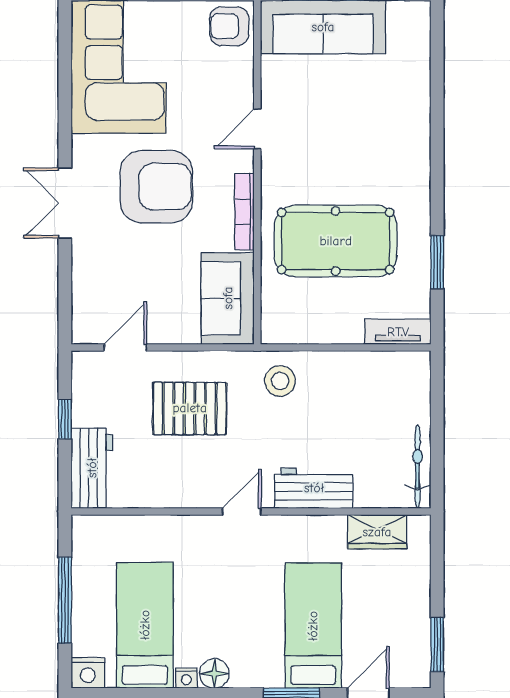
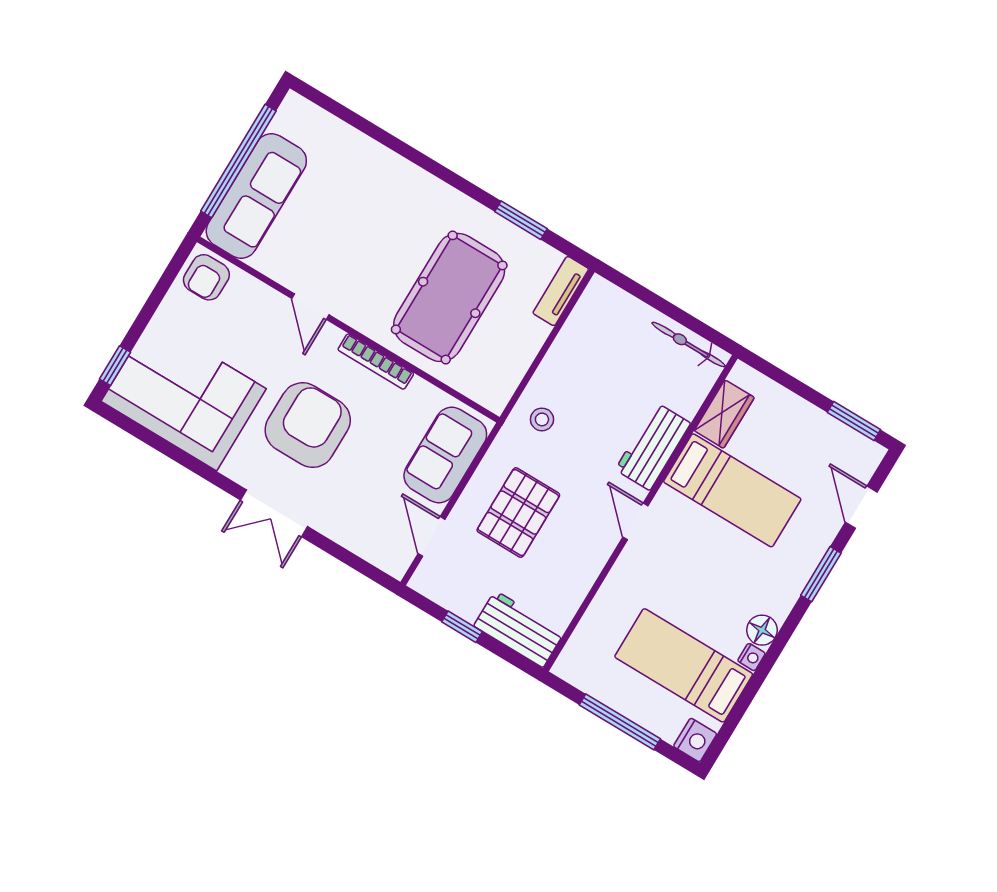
sofa: (228, 298) -> (445, 455), moved, turned 90
stool: (280, 381) -> (542, 419), width x0.73, depth x0.73
bed: (313, 626) -> (732, 490), moved, turned 180

